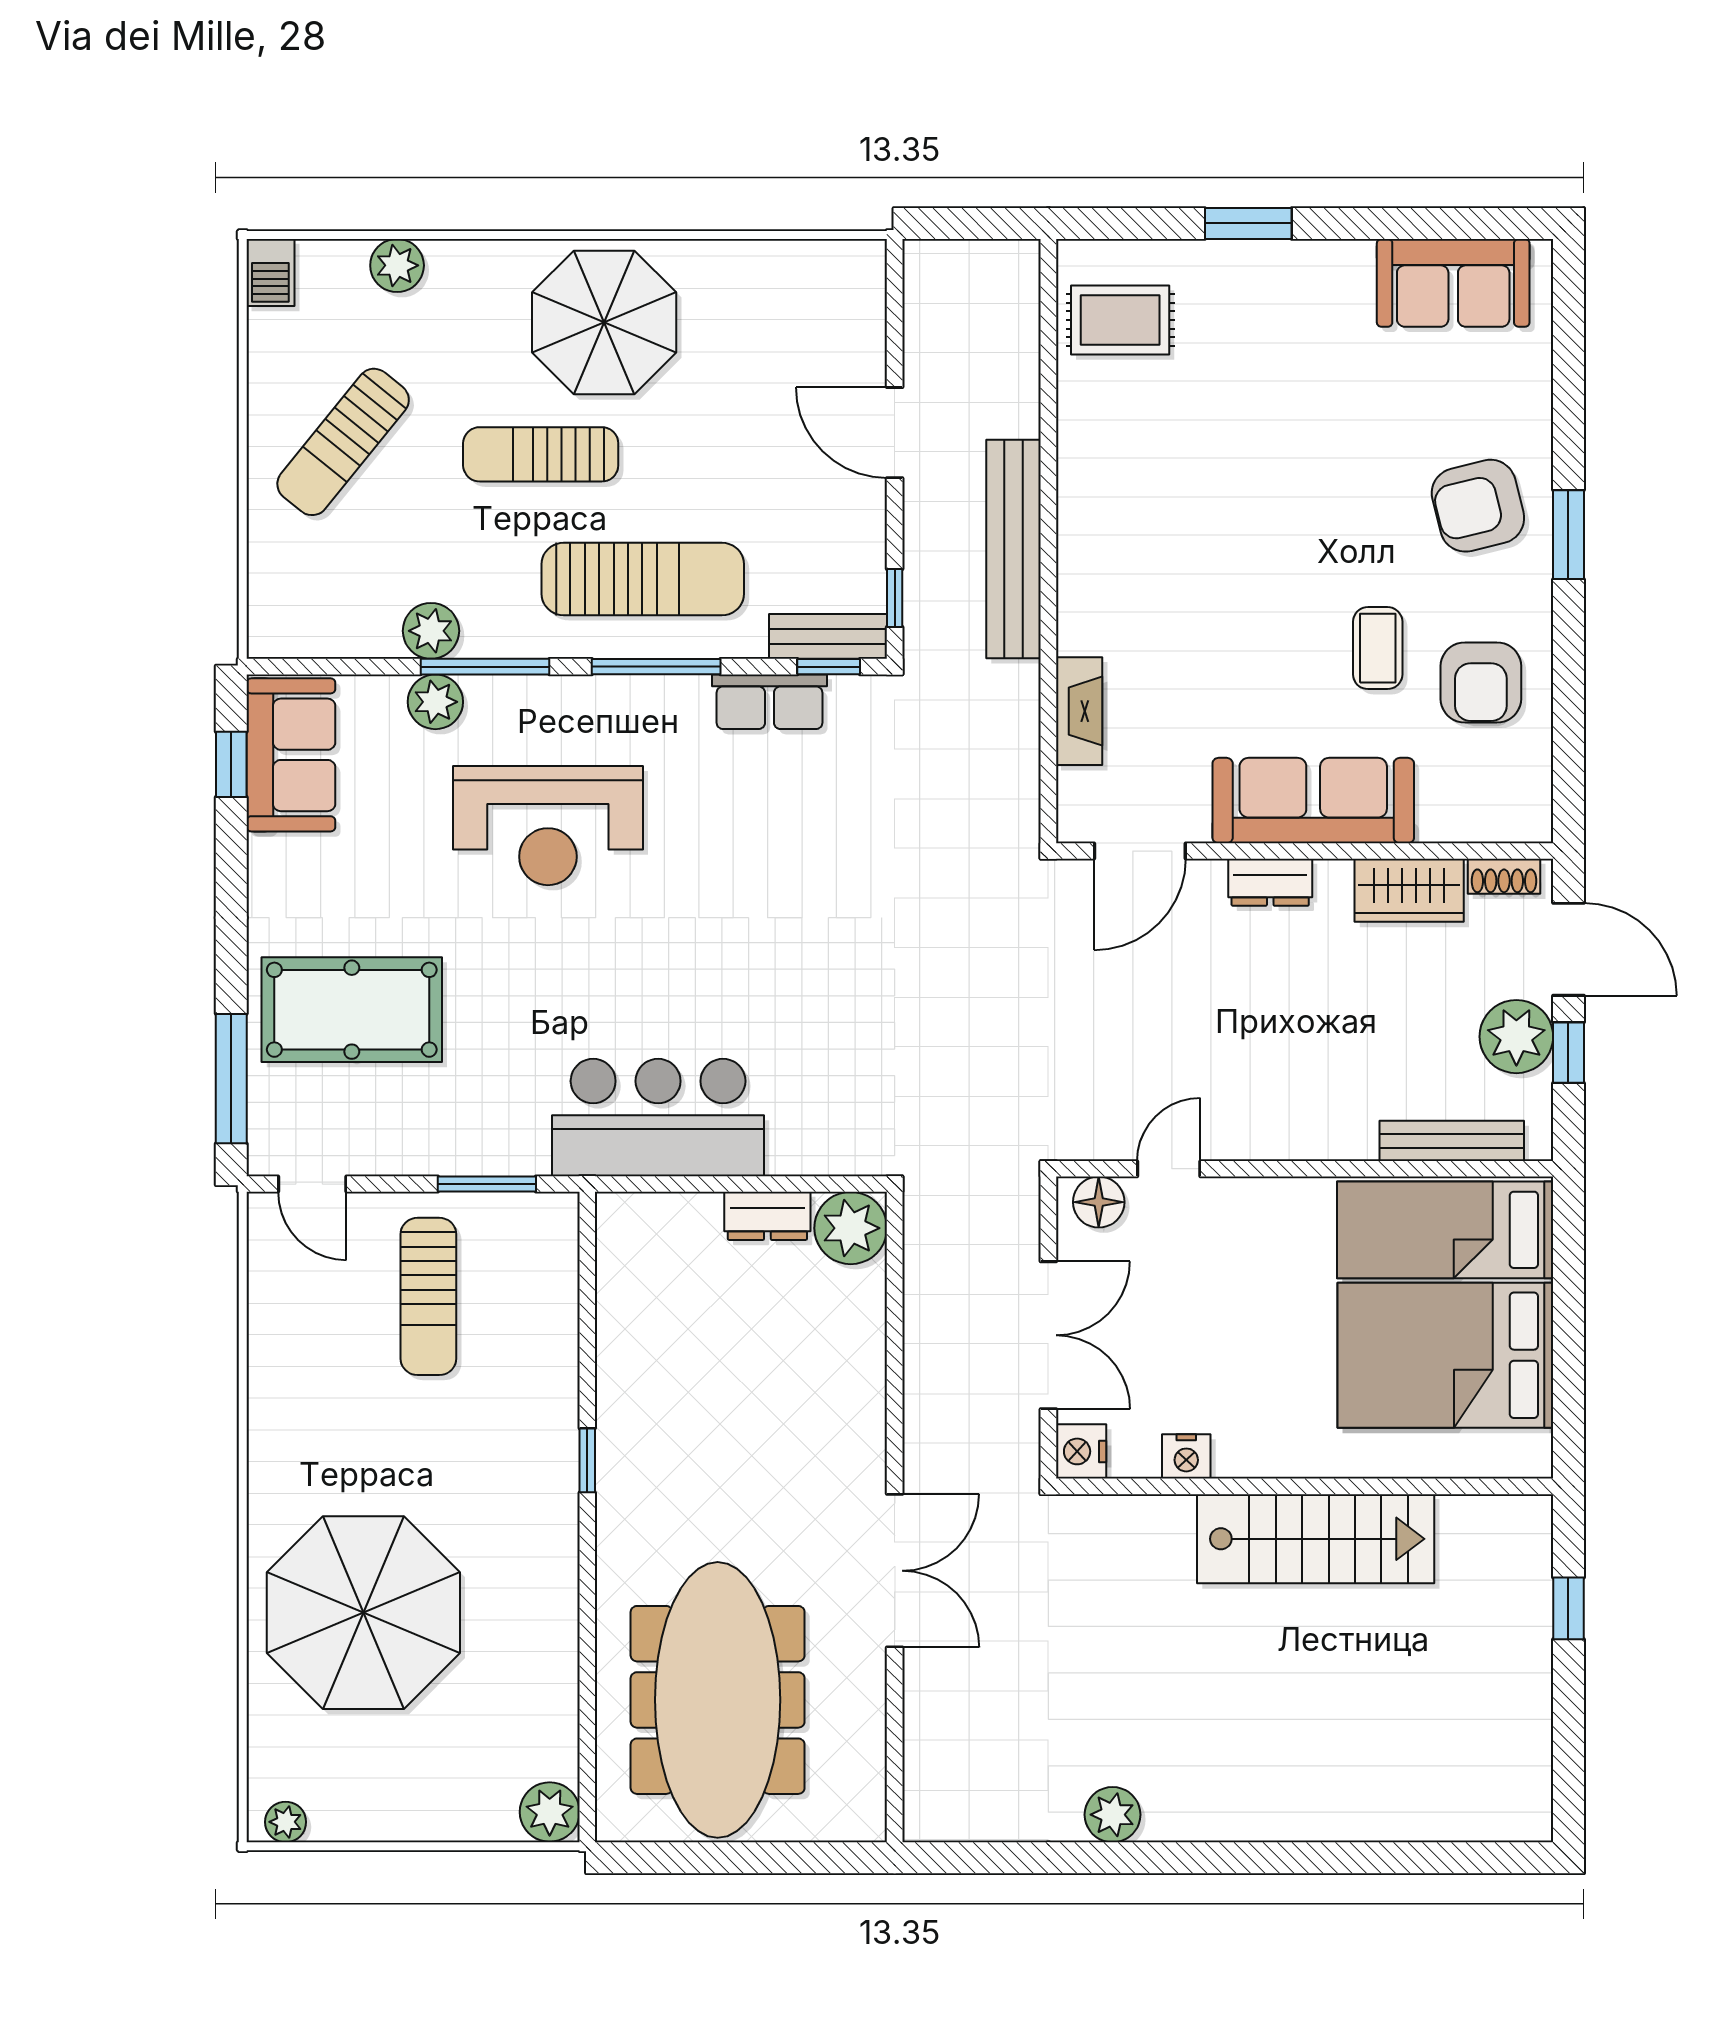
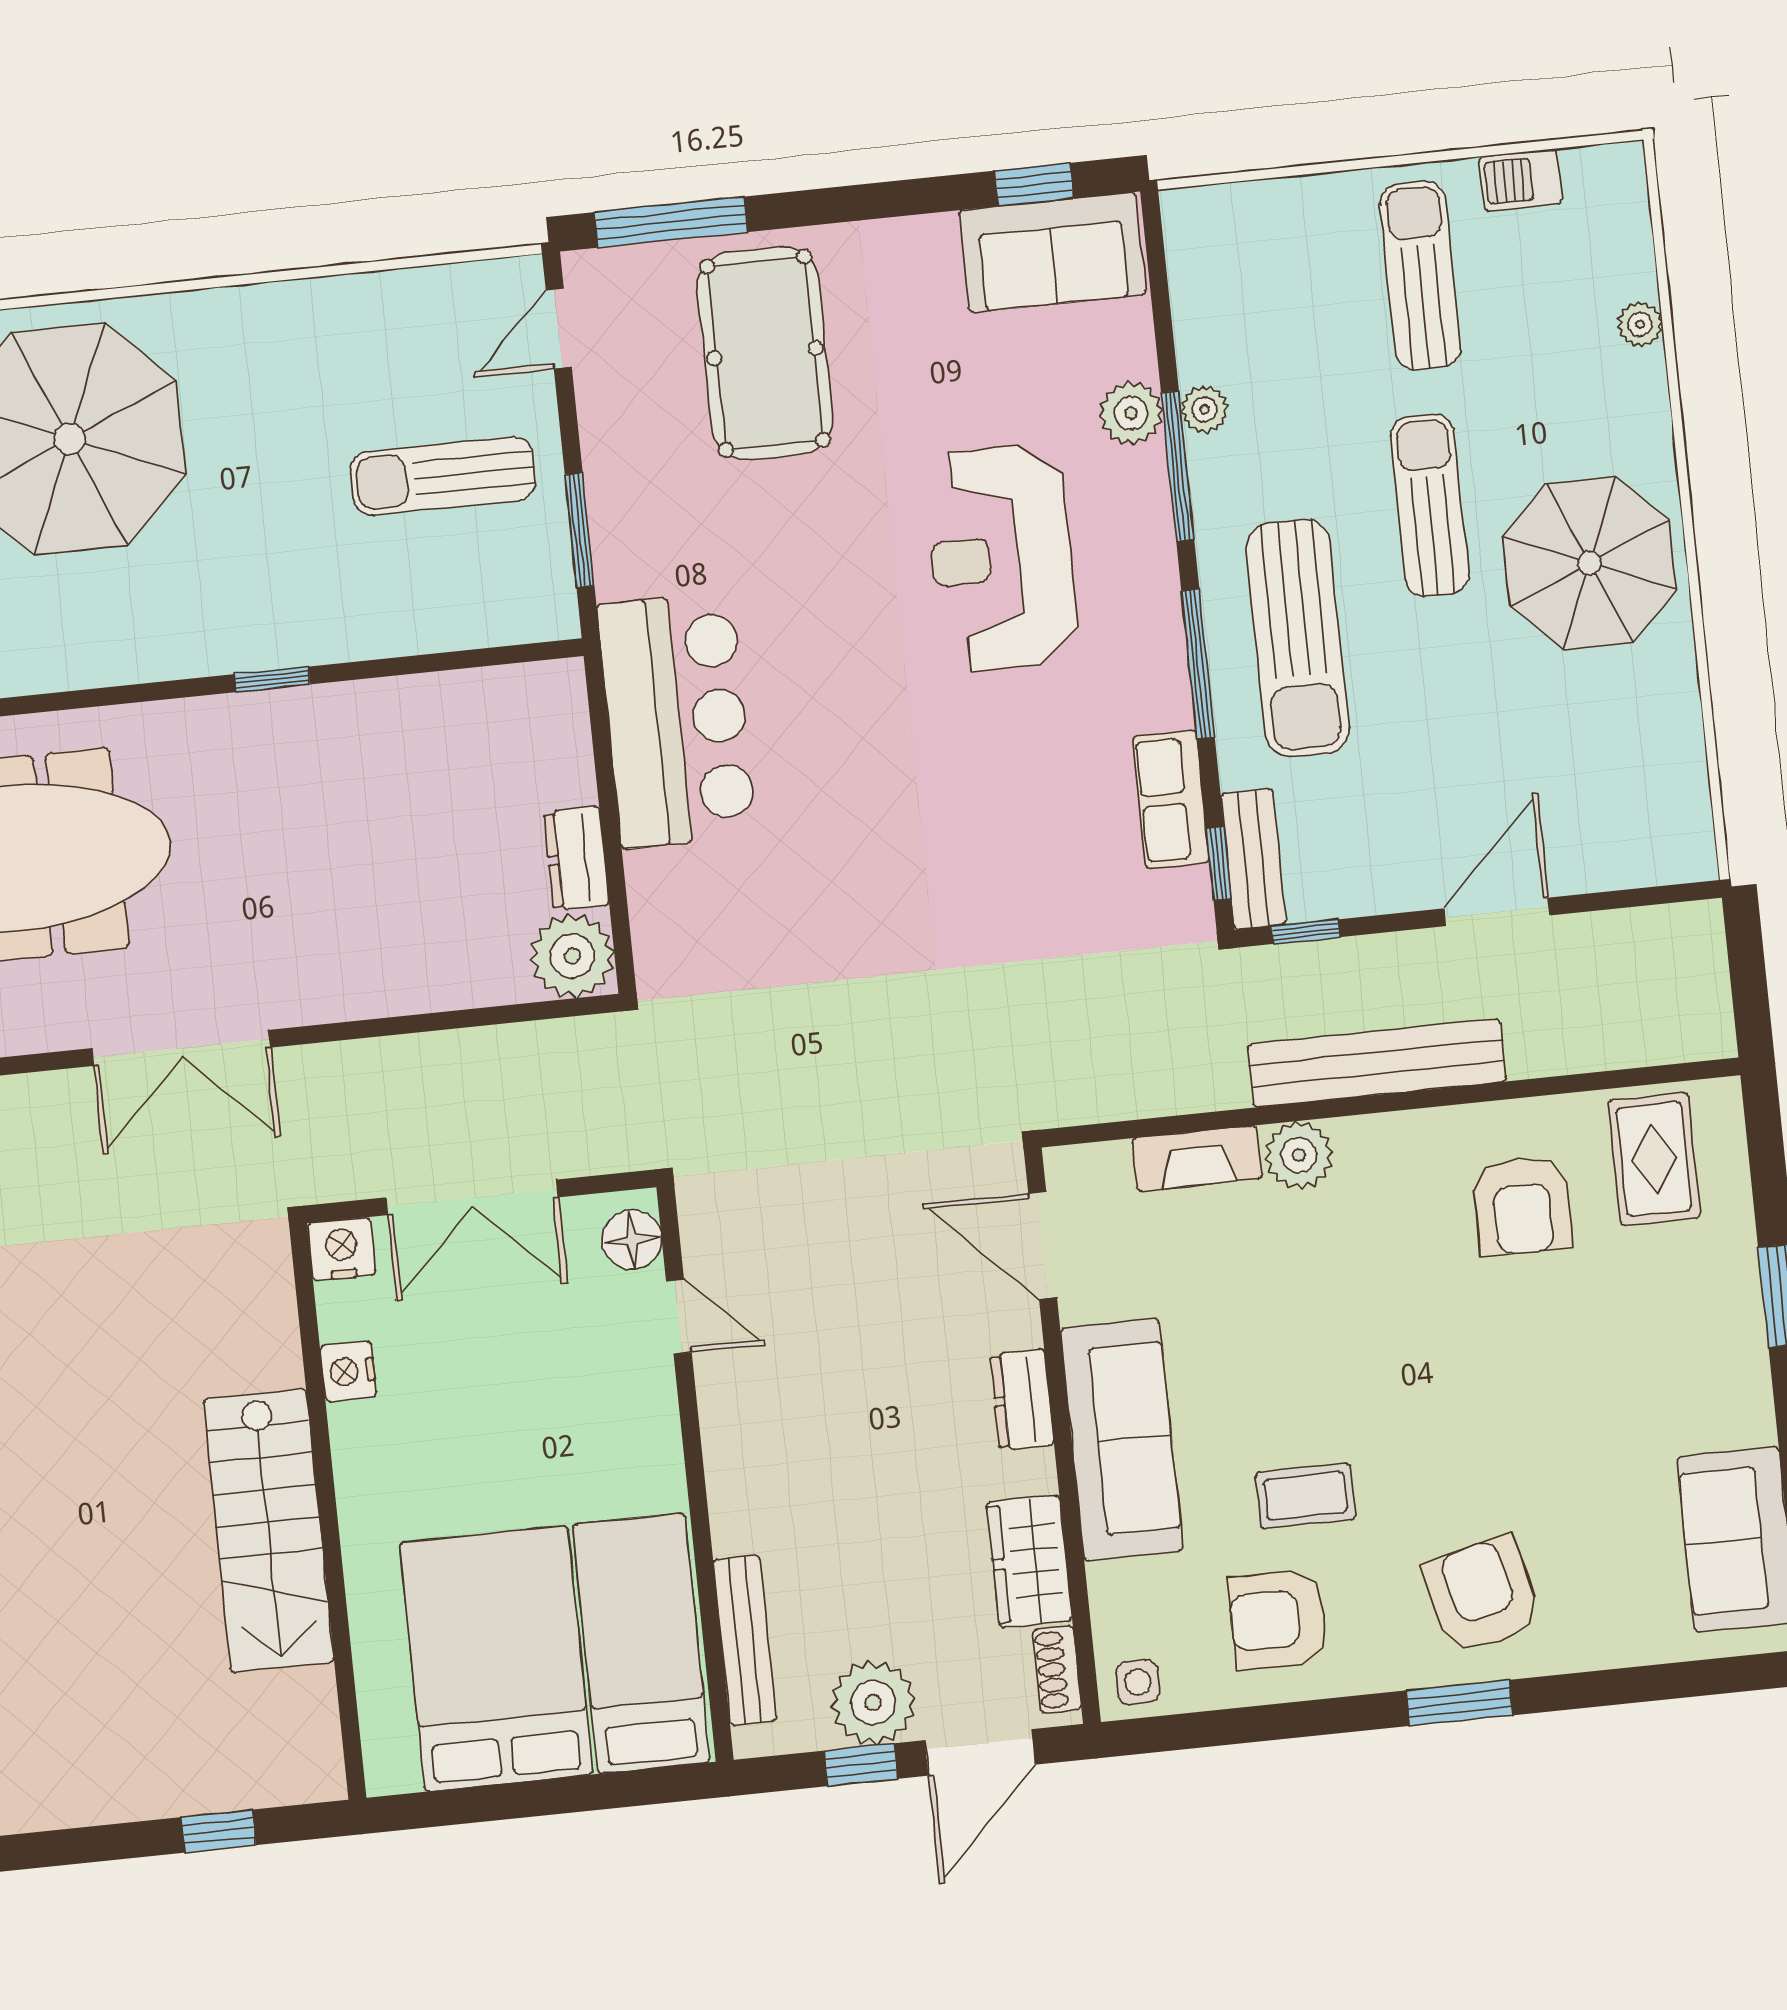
plant: (397, 265) -> (1640, 324), width x0.73, depth x0.73
barbecue: (270, 272) -> (1521, 180), moved
armchair: (1148, 437) -> (1522, 1206), added
sun lounger: (343, 442) -> (1420, 275), turned 51
plant: (1085, 624) -> (1299, 1155), added
plant: (431, 631) -> (1205, 409), width x0.73, depth x0.73
side table: (1522, 808) -> (1138, 1682), added

